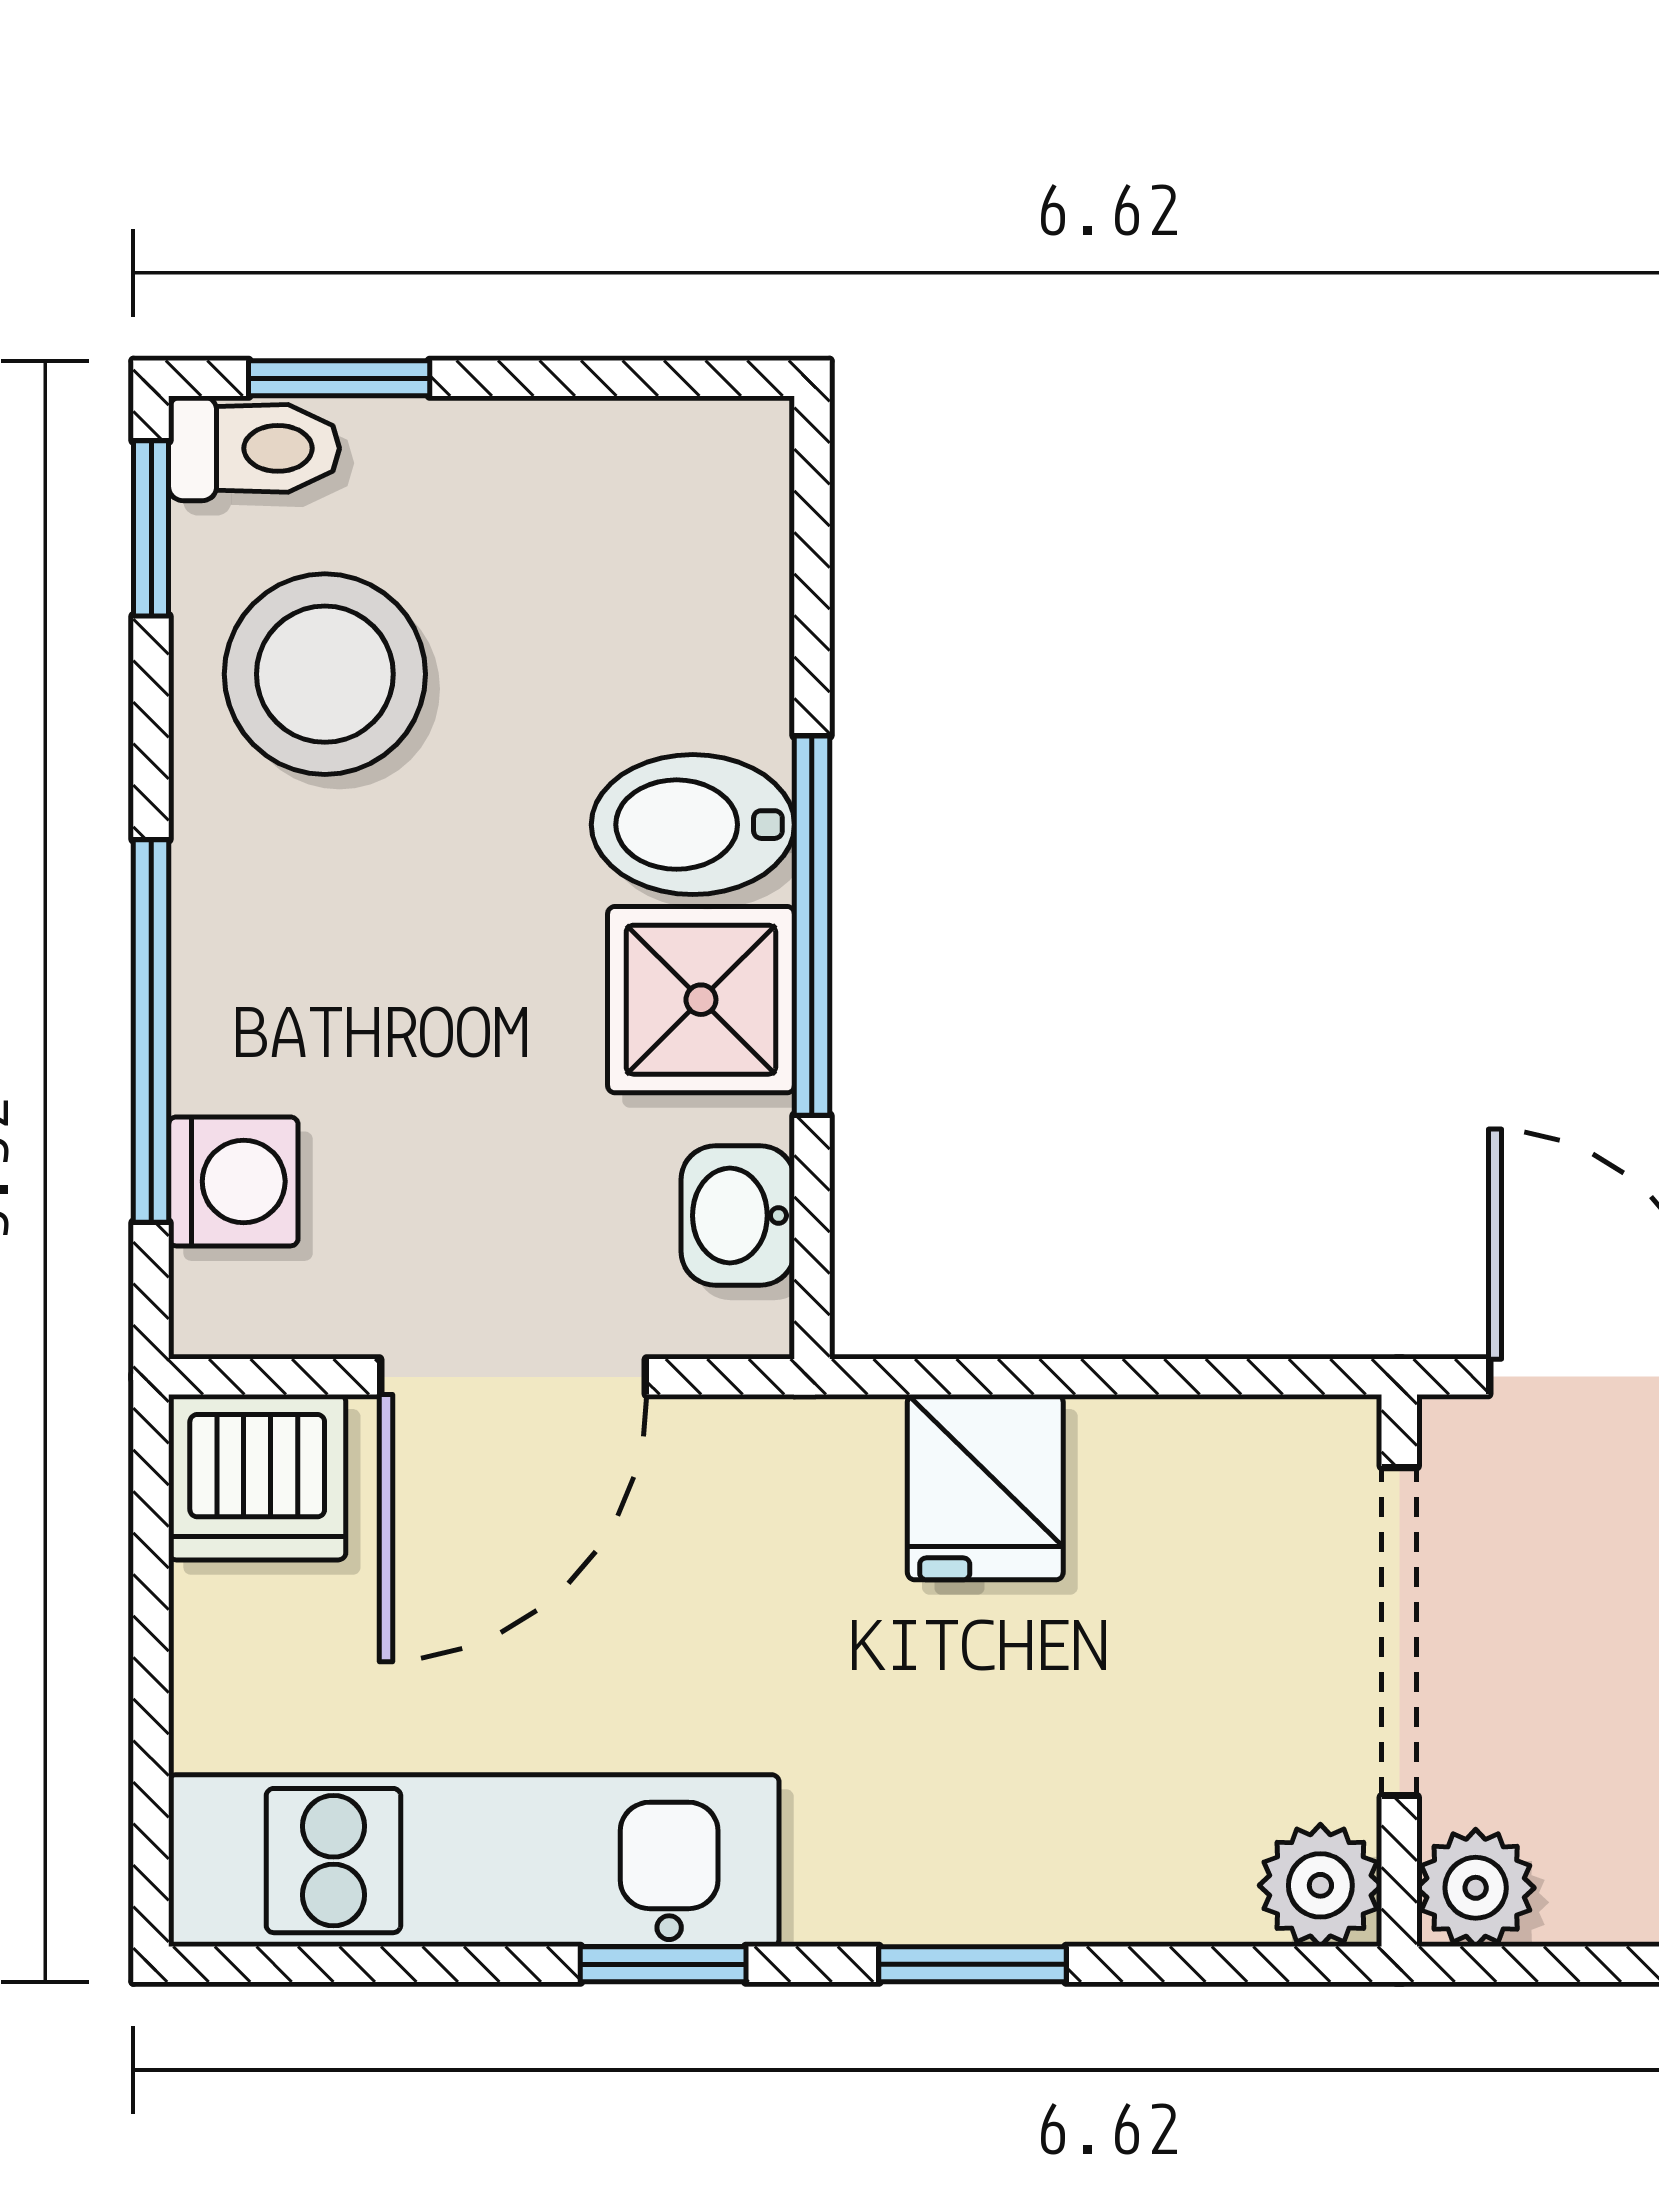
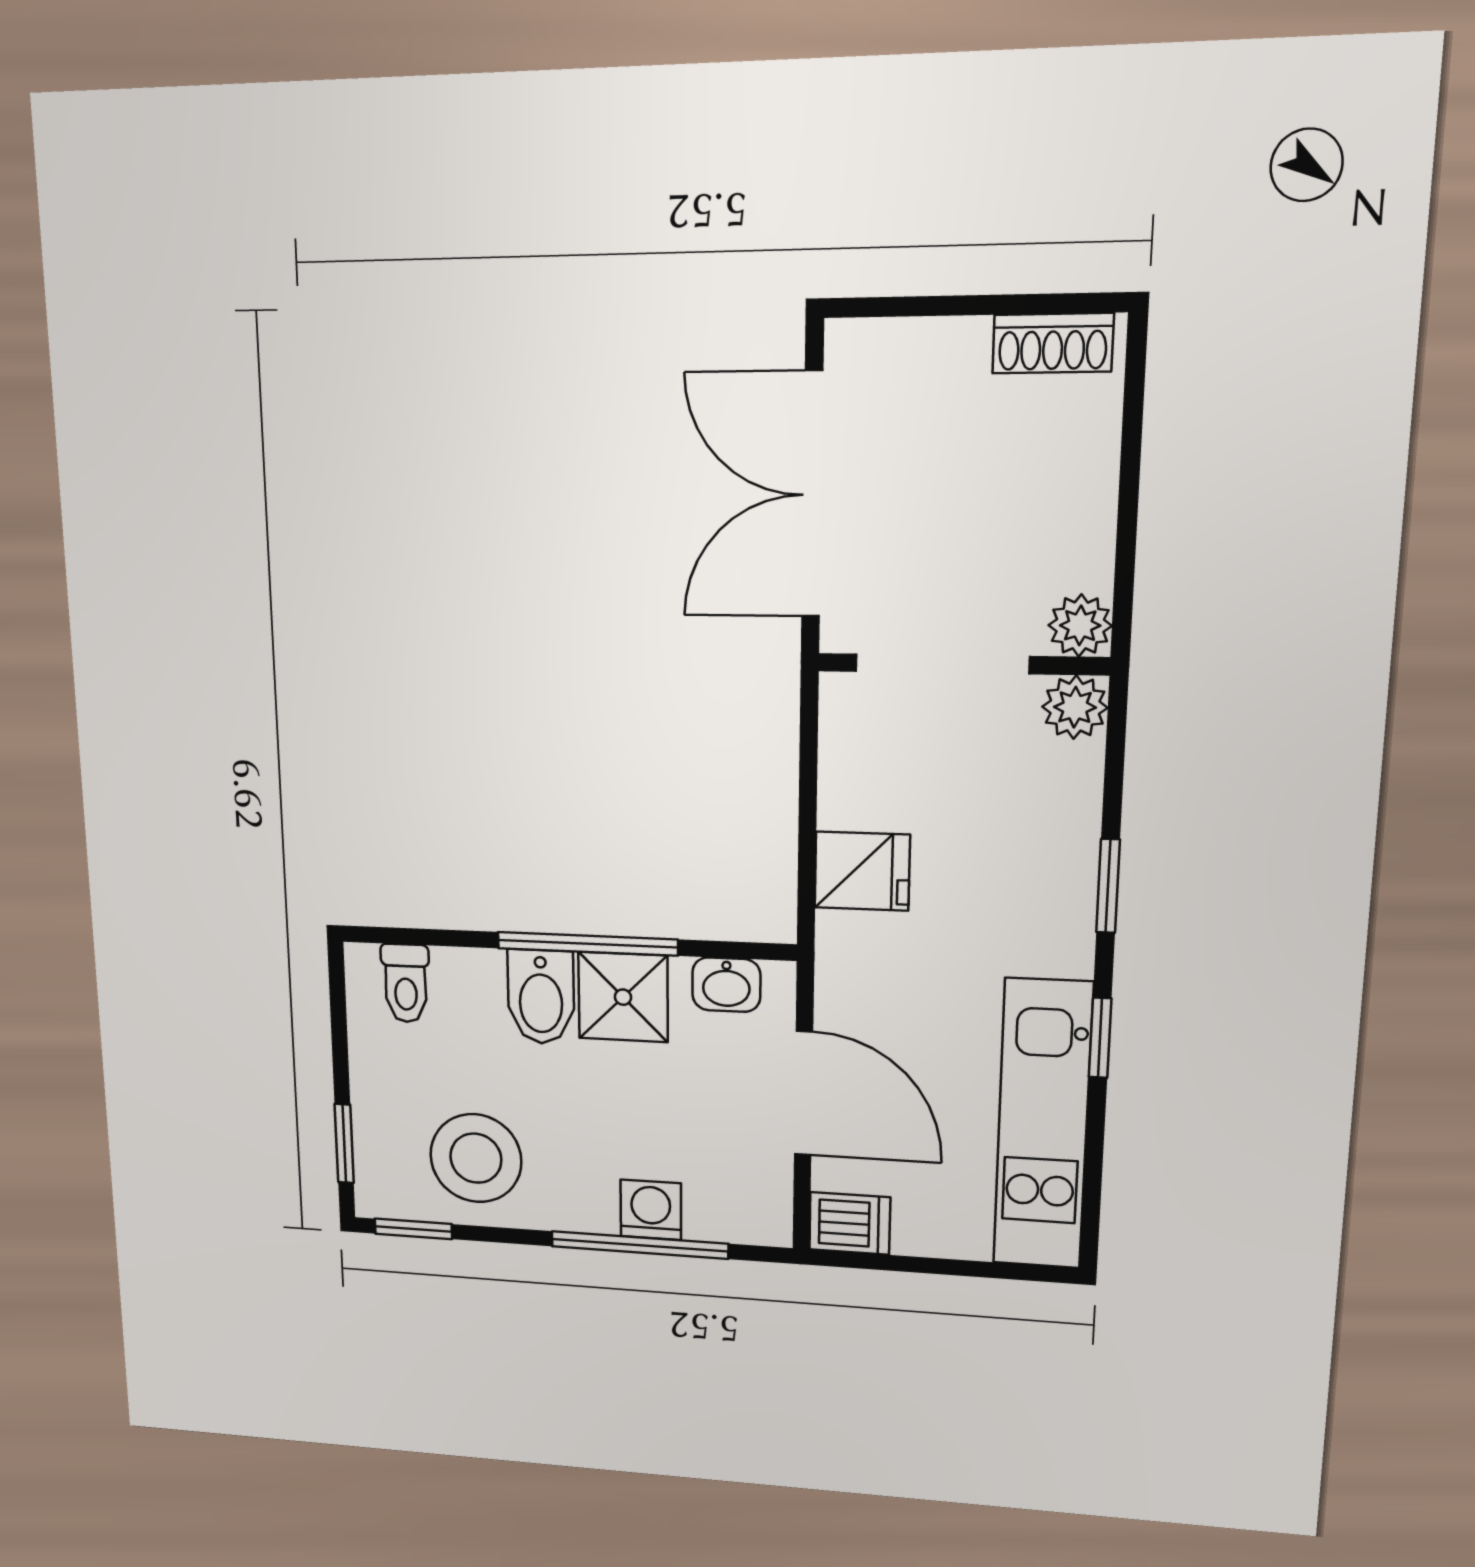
toilet: (254, 448) -> (406, 983), moved, turned 180
washing machine: (233, 1181) -> (651, 1210), moved
dishwasher: (257, 1477) -> (850, 1223), width x0.73

